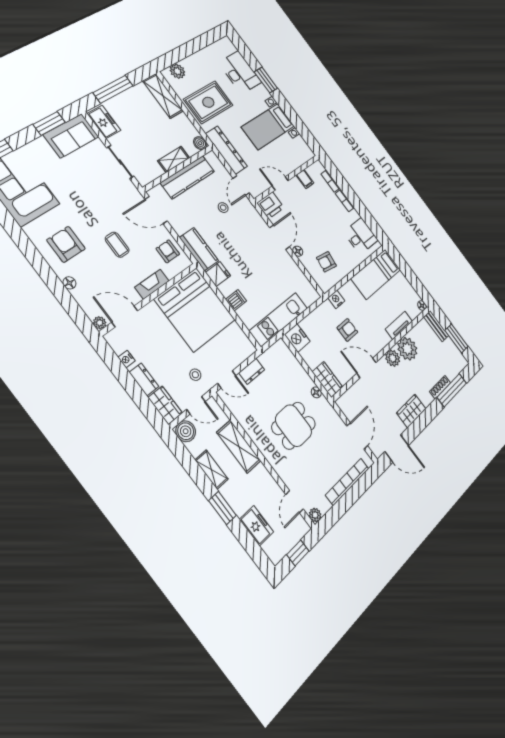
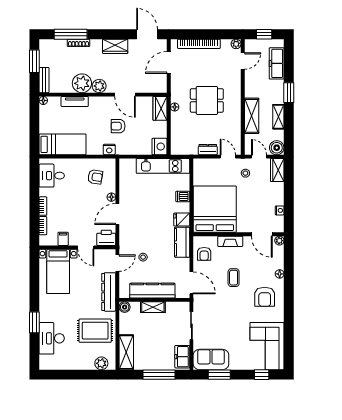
bed with nightstands: (268, 127) -> (58, 271), moved, turned 90
dresser: (144, 379) -> (278, 192), removed
freezer: (257, 526) -> (277, 63), width x1.40

